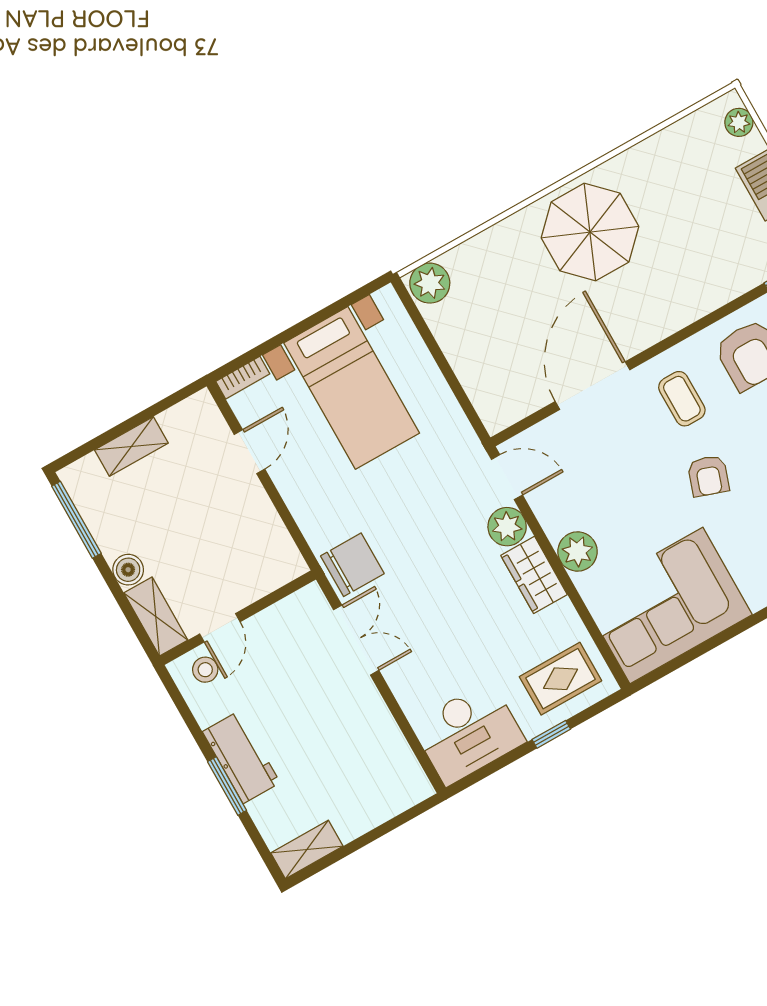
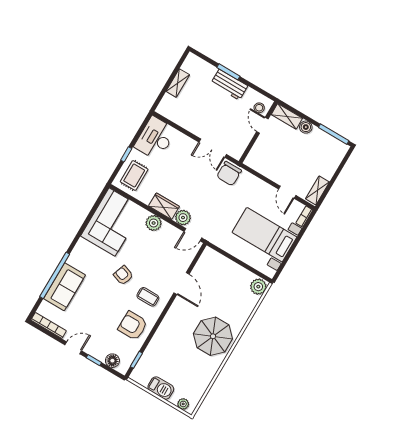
door: (592, 386) -> (181, 283), width x0.73
shelving: (131, 446) -> (317, 190), moved
shelving: (307, 849) -> (178, 83), moved

